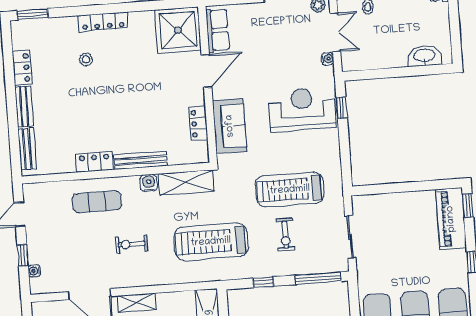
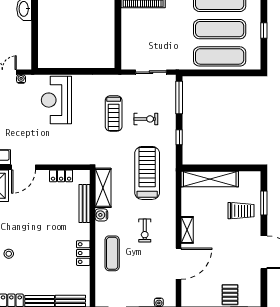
door: (206, 71) -> (23, 167), swing flipped
window: (342, 108) -> (57, 71), removed
sofa: (230, 126) -> (64, 153), removed
bench: (140, 160) -> (85, 204), moved
treadmill: (290, 190) -> (114, 113), width x0.73, depth x0.73
treadmill: (211, 242) -> (147, 173), turned 180

